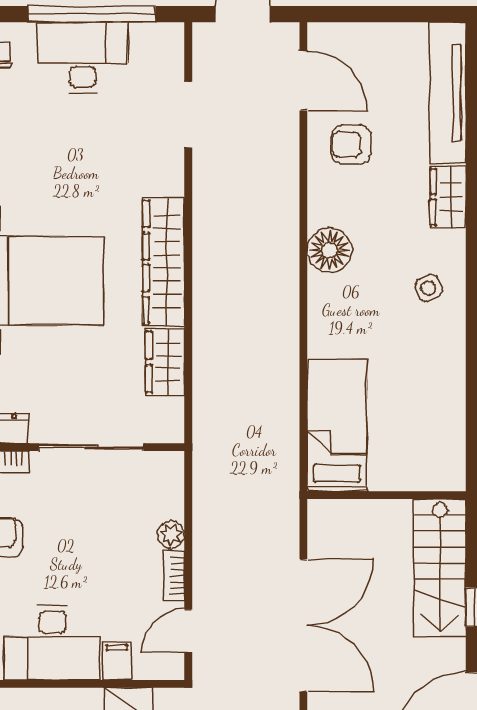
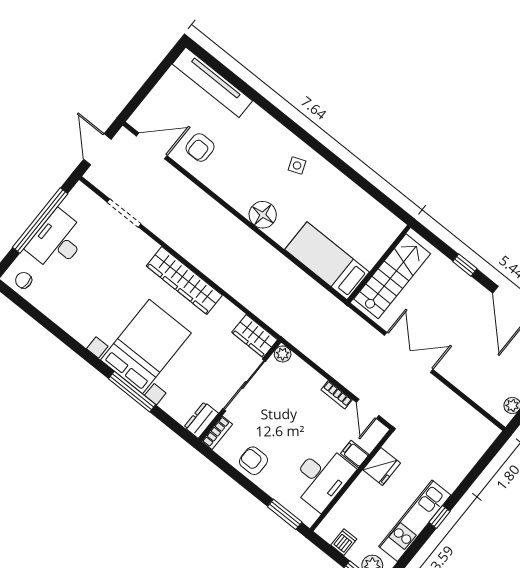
wardrobe: (448, 197) -> (262, 122), removed
floor lamp: (330, 250) -> (263, 215), moved
wardrobe: (165, 362) -> (255, 336), moved
plant: (171, 535) -> (283, 354), moved
stairs: (440, 568) -> (392, 276), moved, turned -90
double door: (303, 625) -> (409, 352), width x0.73

